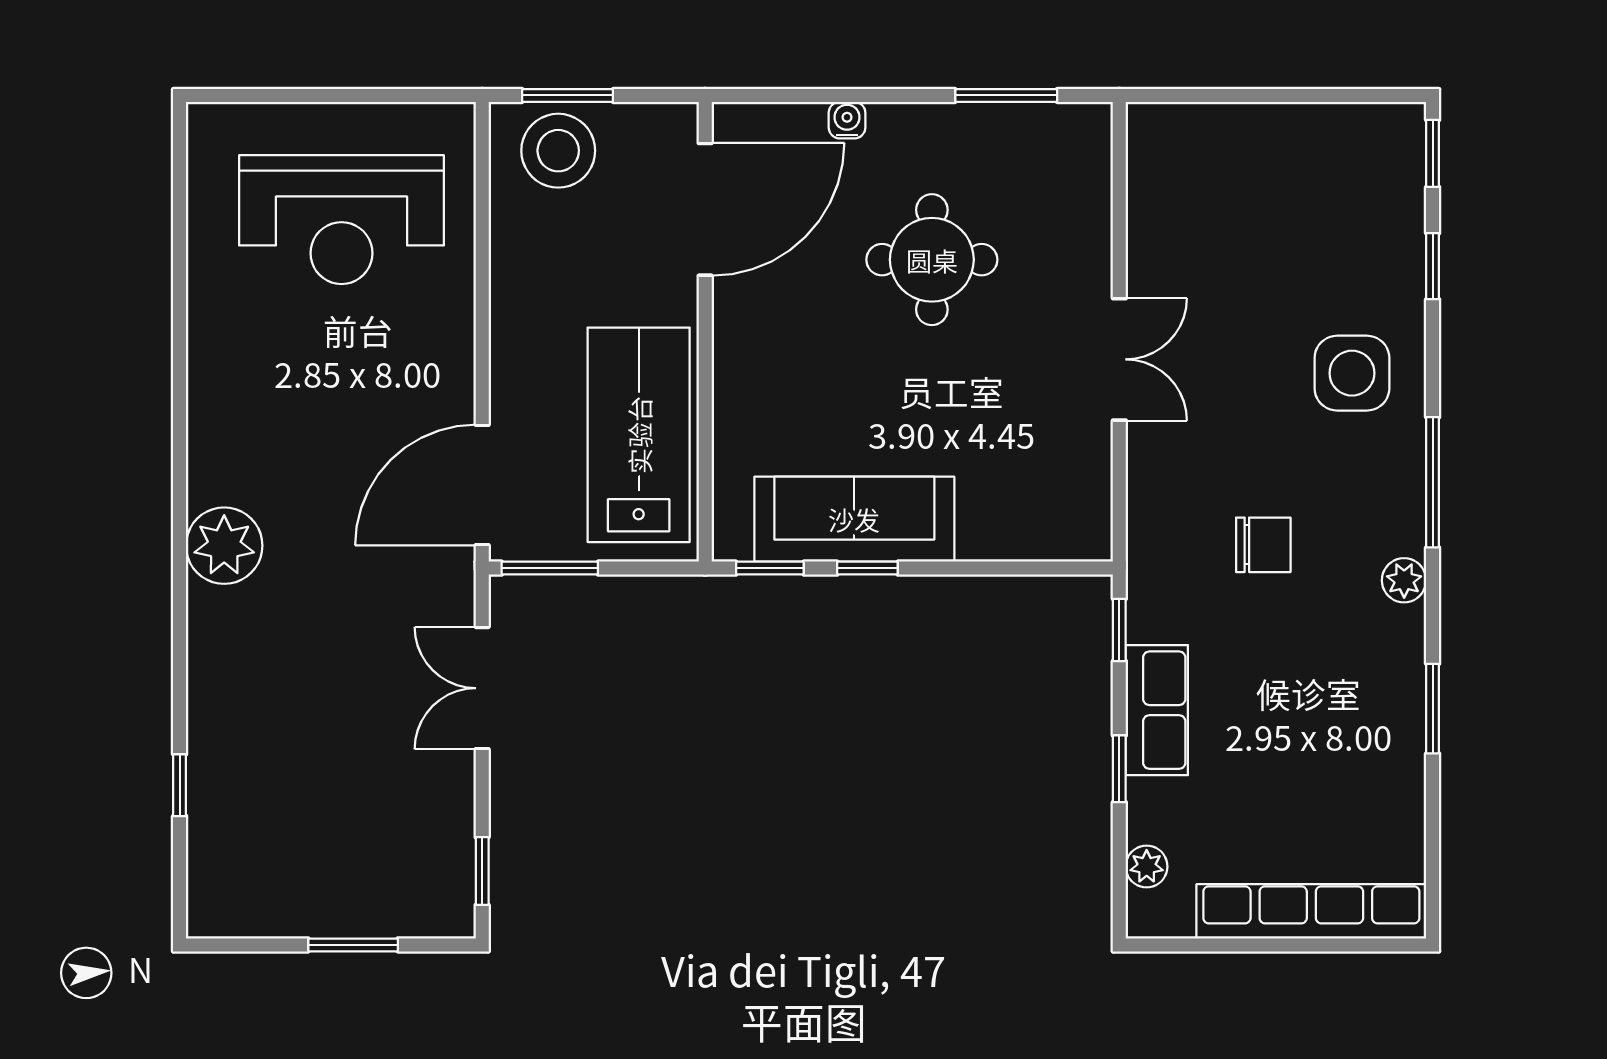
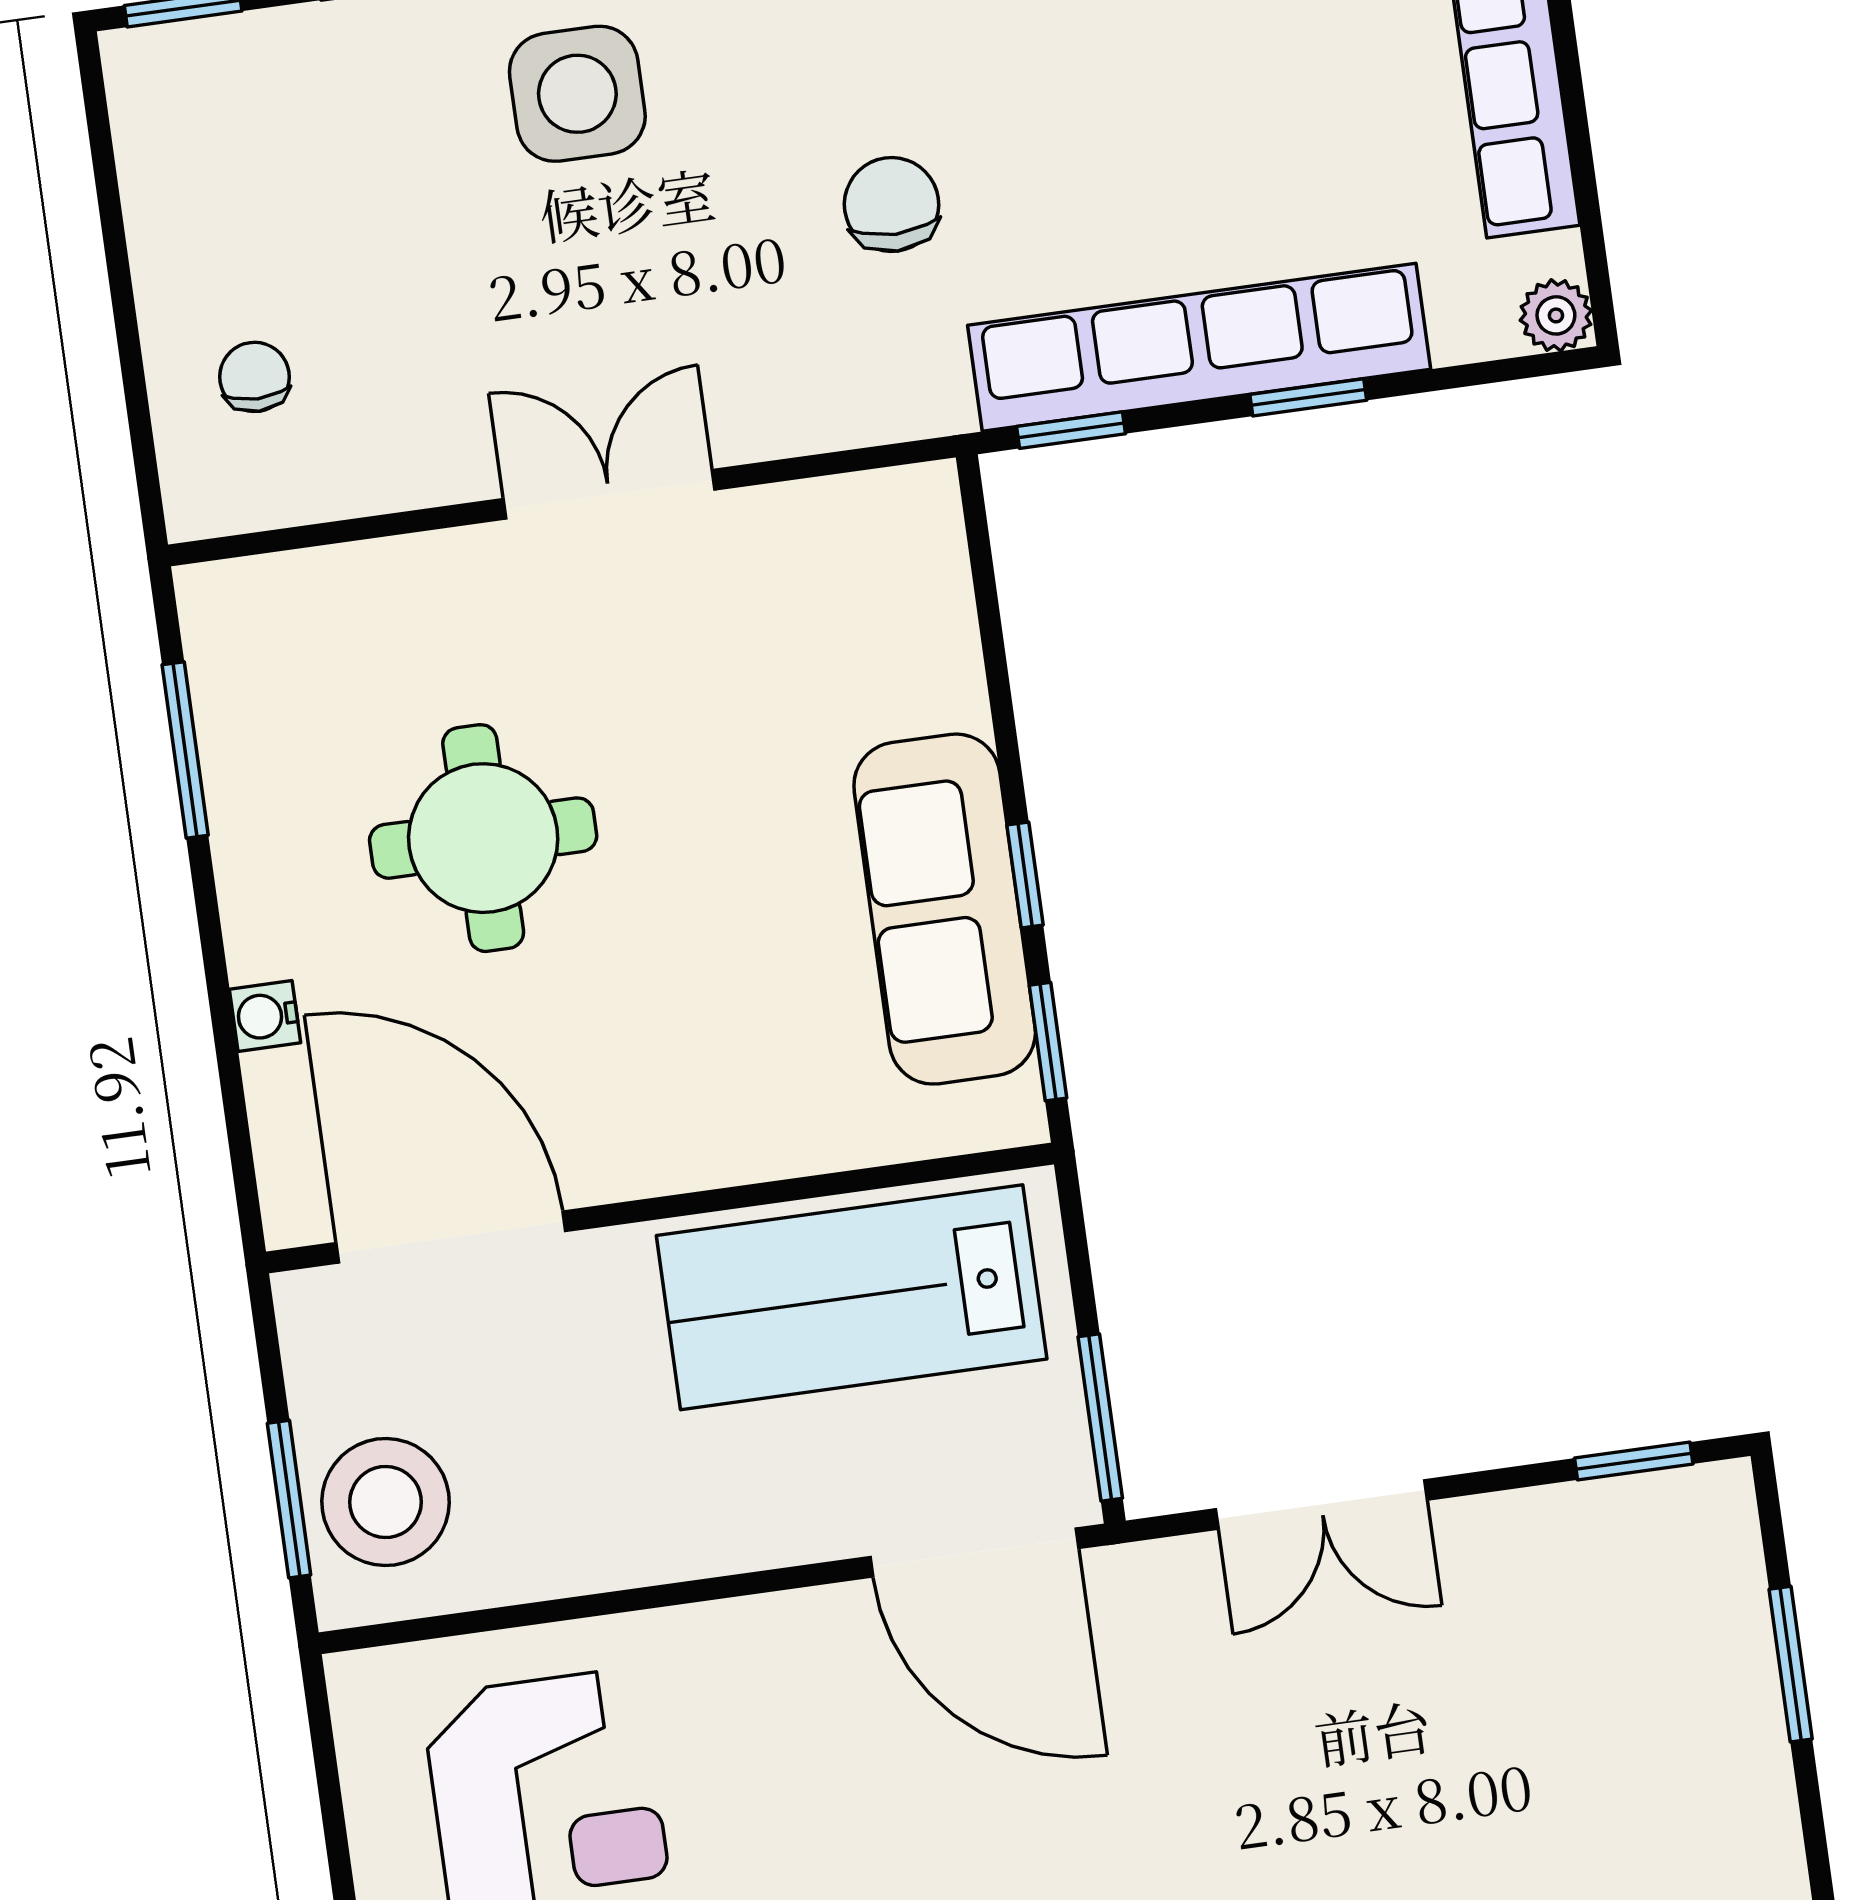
chair: (1215, 165) -> (255, 377), added
row of seats: (1157, 710) -> (1199, 347), width x2.02
plant: (1147, 867) -> (1556, 315), moved

